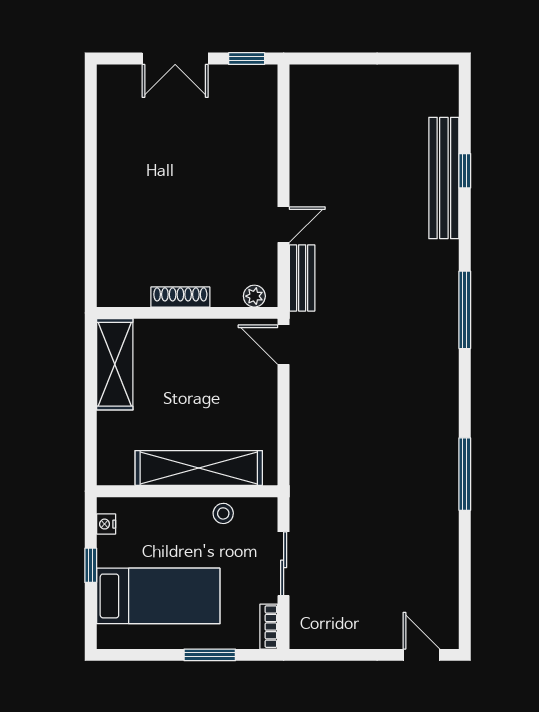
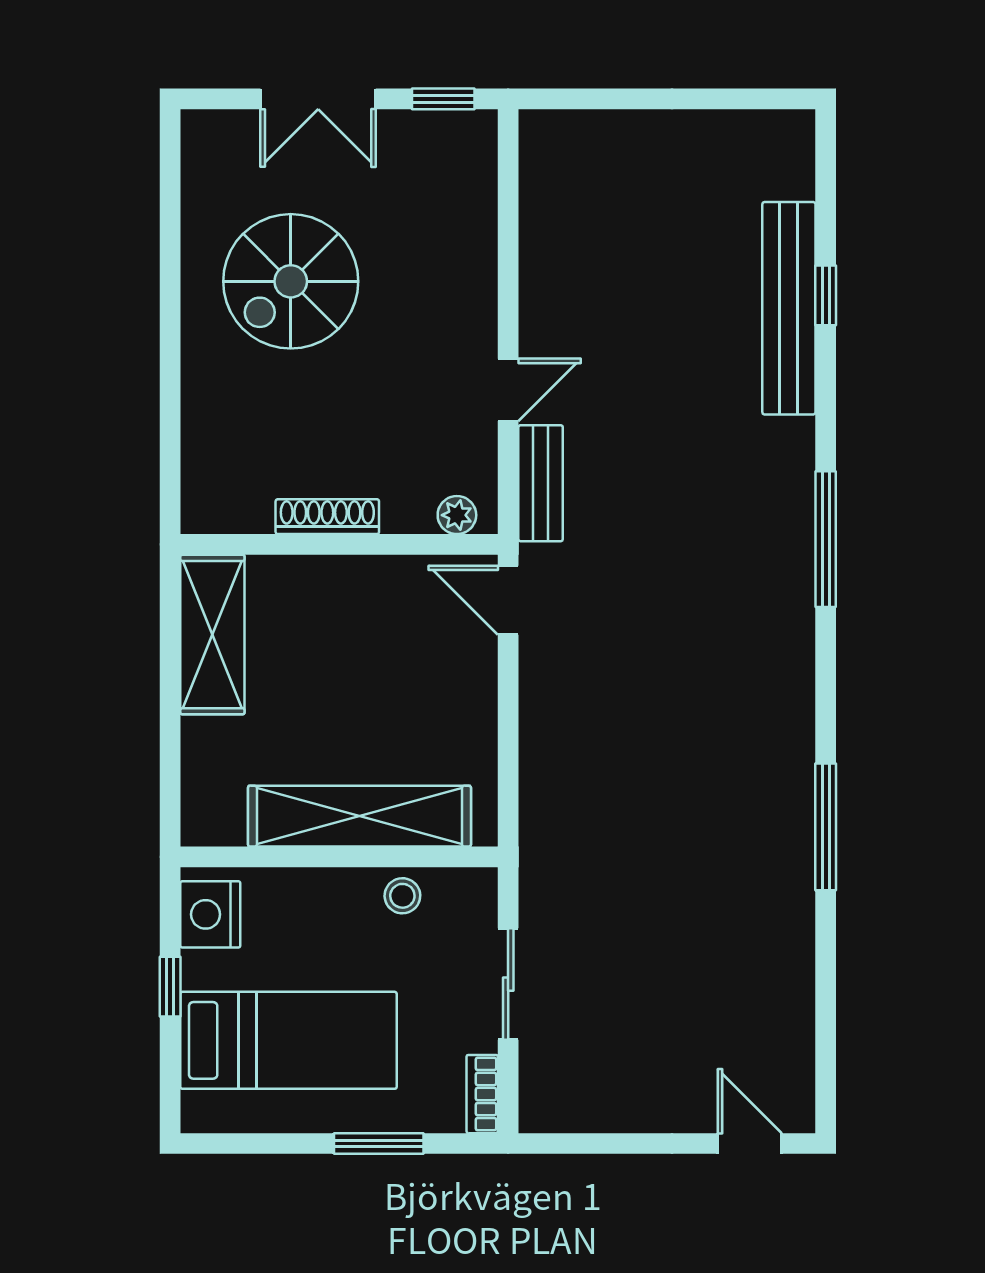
spiral stairs: (159, 163) -> (291, 281), added
nightstand: (106, 524) -> (210, 914), width x1.89, depth x1.79

